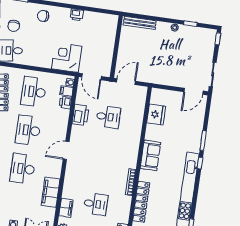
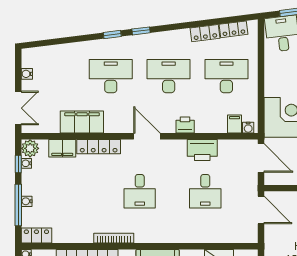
door: (92, 77) -> (261, 158), swing flipped
printer: (65, 102) -> (185, 125), moved
locker: (68, 183) -> (99, 147), added
desk: (96, 204) -> (140, 191), moved

